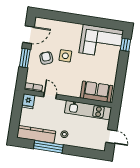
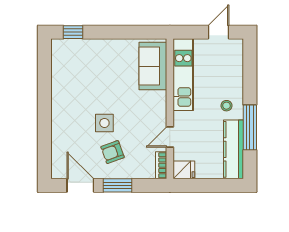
corner sofa: (101, 42) -> (74, 71), removed

